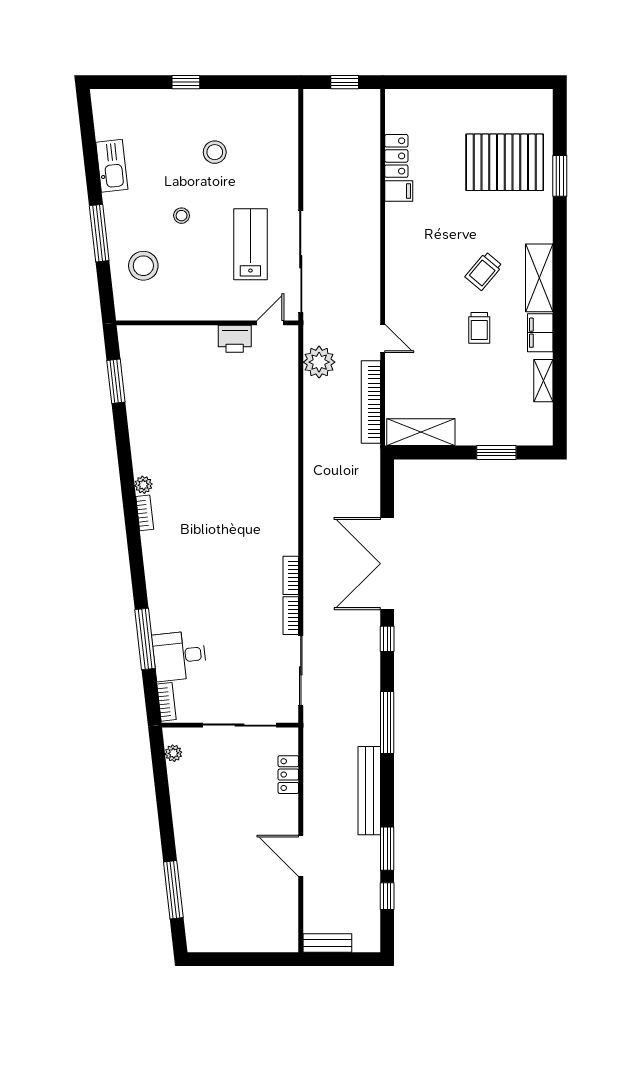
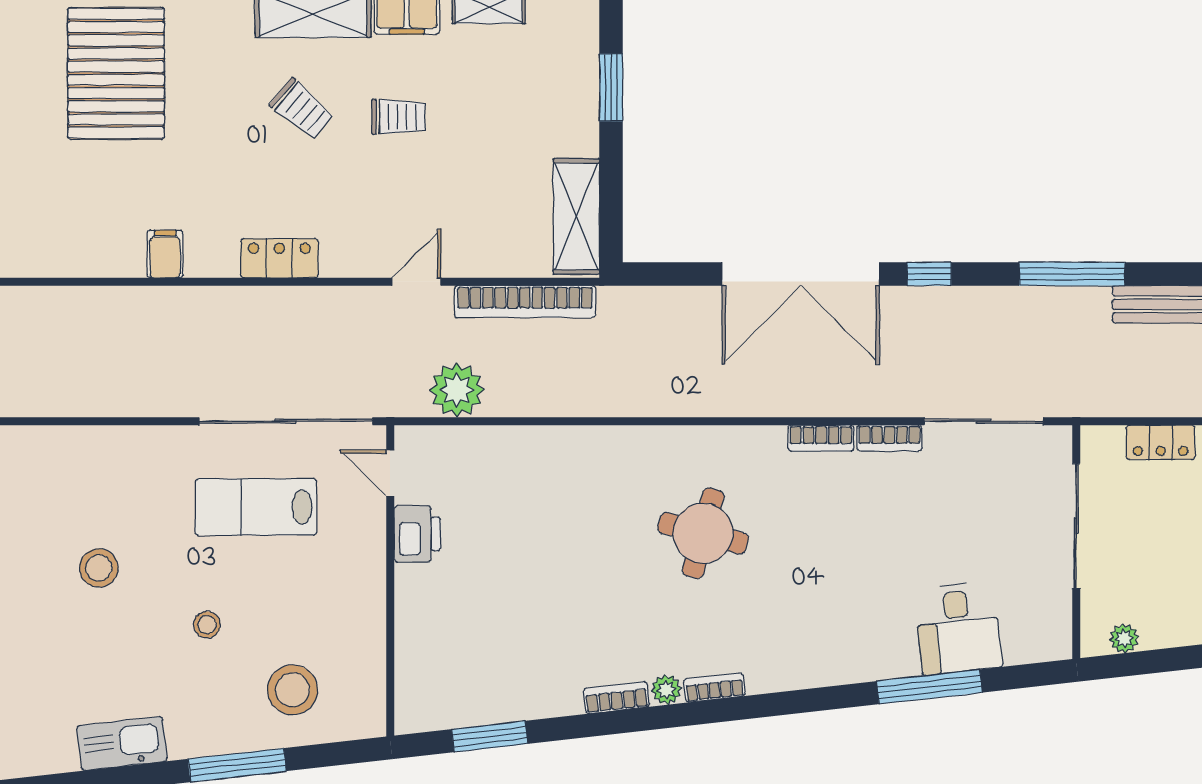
locker: (396, 156) -> (279, 258), moved
round table: (235, 506) -> (703, 533), added
bookcase: (167, 702) -> (616, 698), moved

